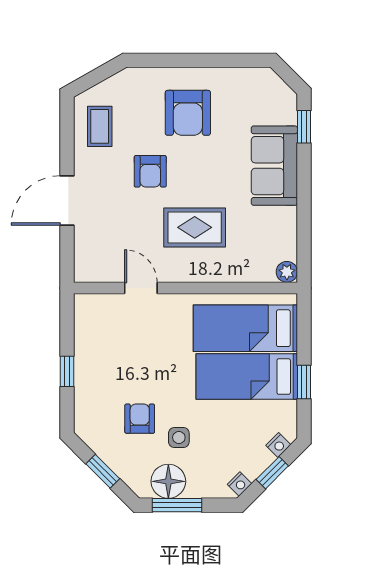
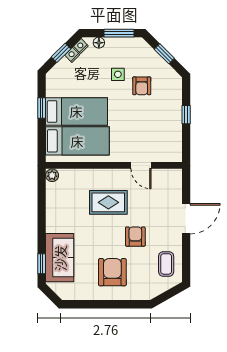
sofa: (274, 166) -> (60, 258), moved
nightstand: (278, 445) -> (72, 55), moved
floor lamp: (168, 481) -> (99, 43), moved, width x0.53, depth x0.53

